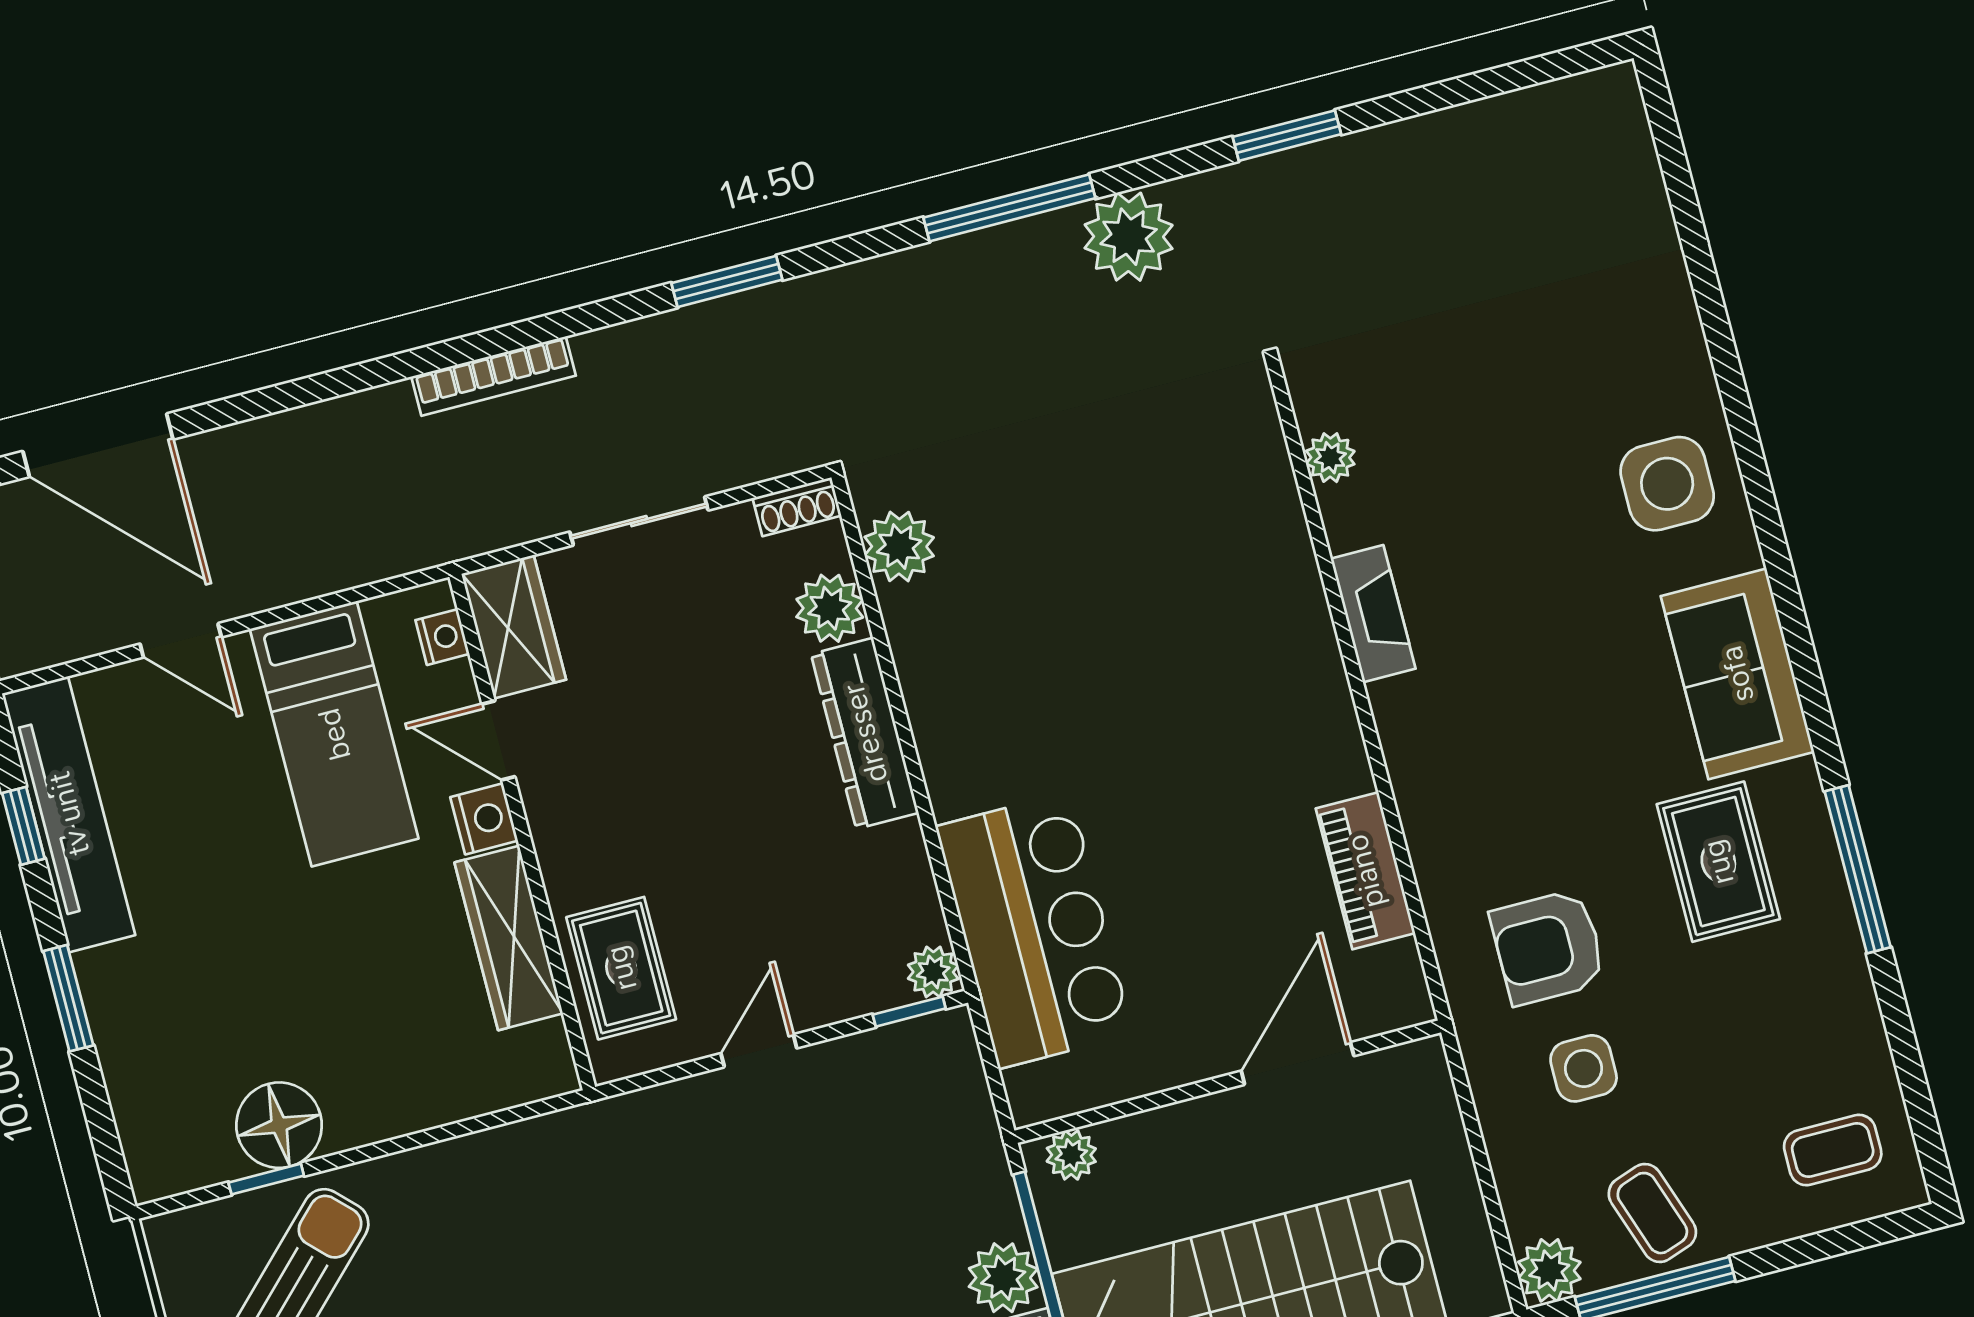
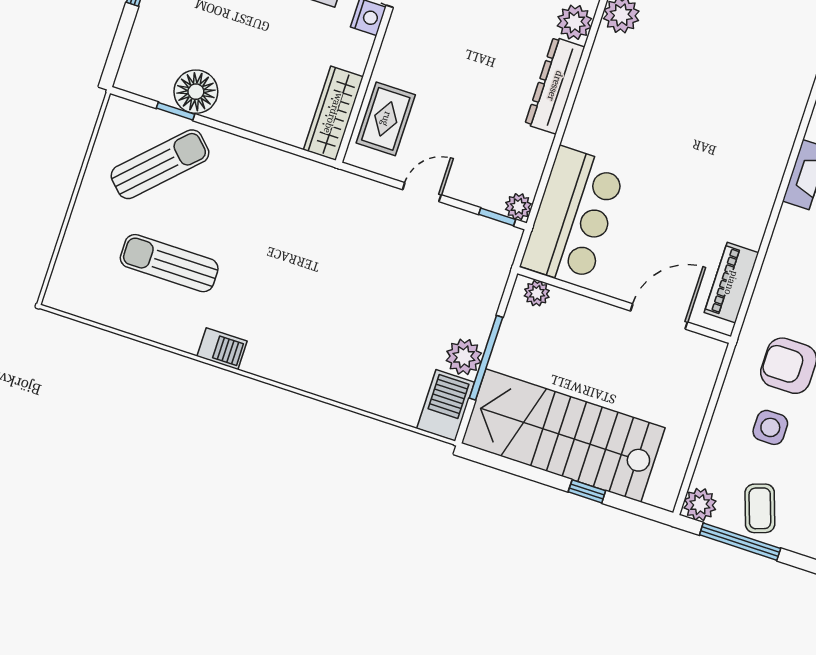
wardrobe: (509, 938) -> (333, 113), moved
door: (1298, 1063) -> (659, 316), moved
wall: (1228, 1082) -> (624, 305), moved
plant: (1071, 1155) -> (537, 293), moved

